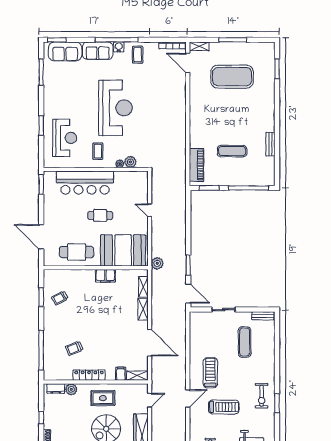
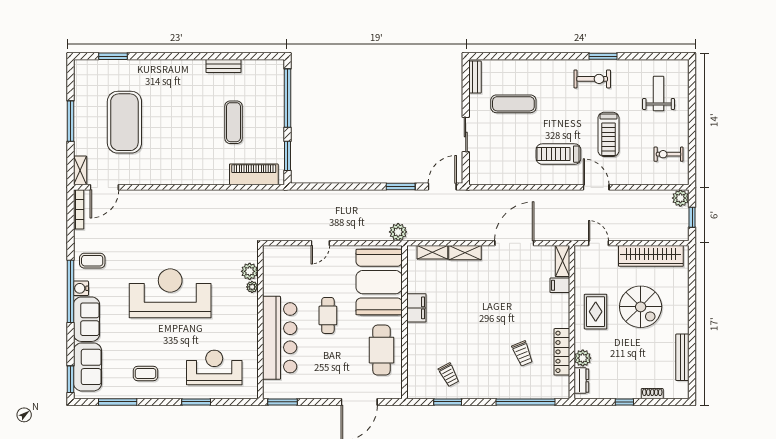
coffee table: (98, 151) -> (145, 374), moved
locker: (89, 375) -> (562, 352), moved
treadmill: (224, 407) -> (608, 134), turned 180

